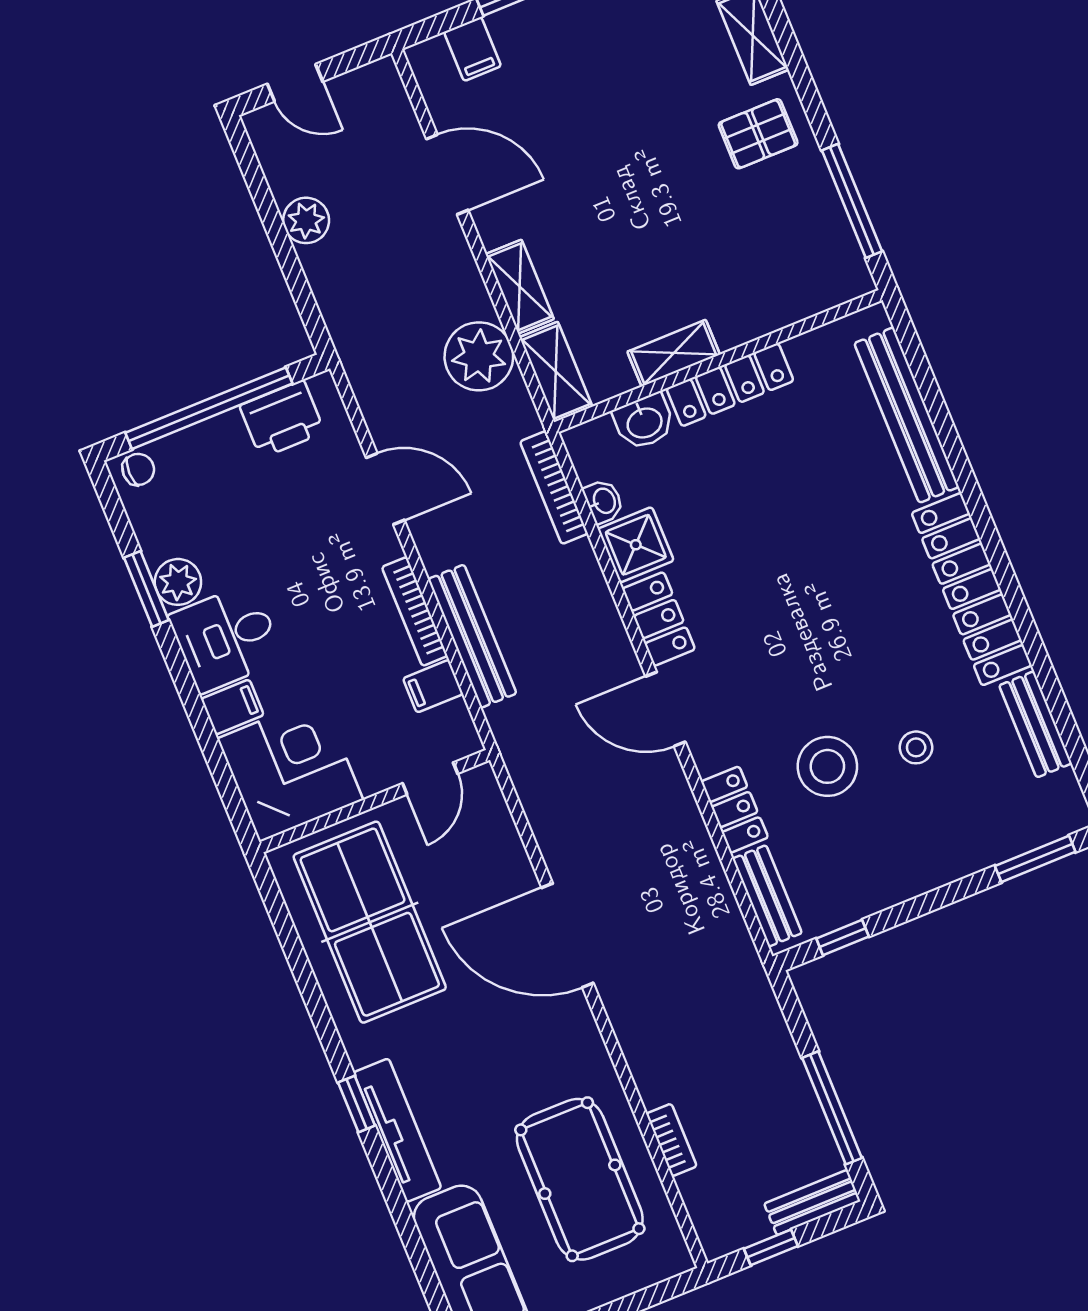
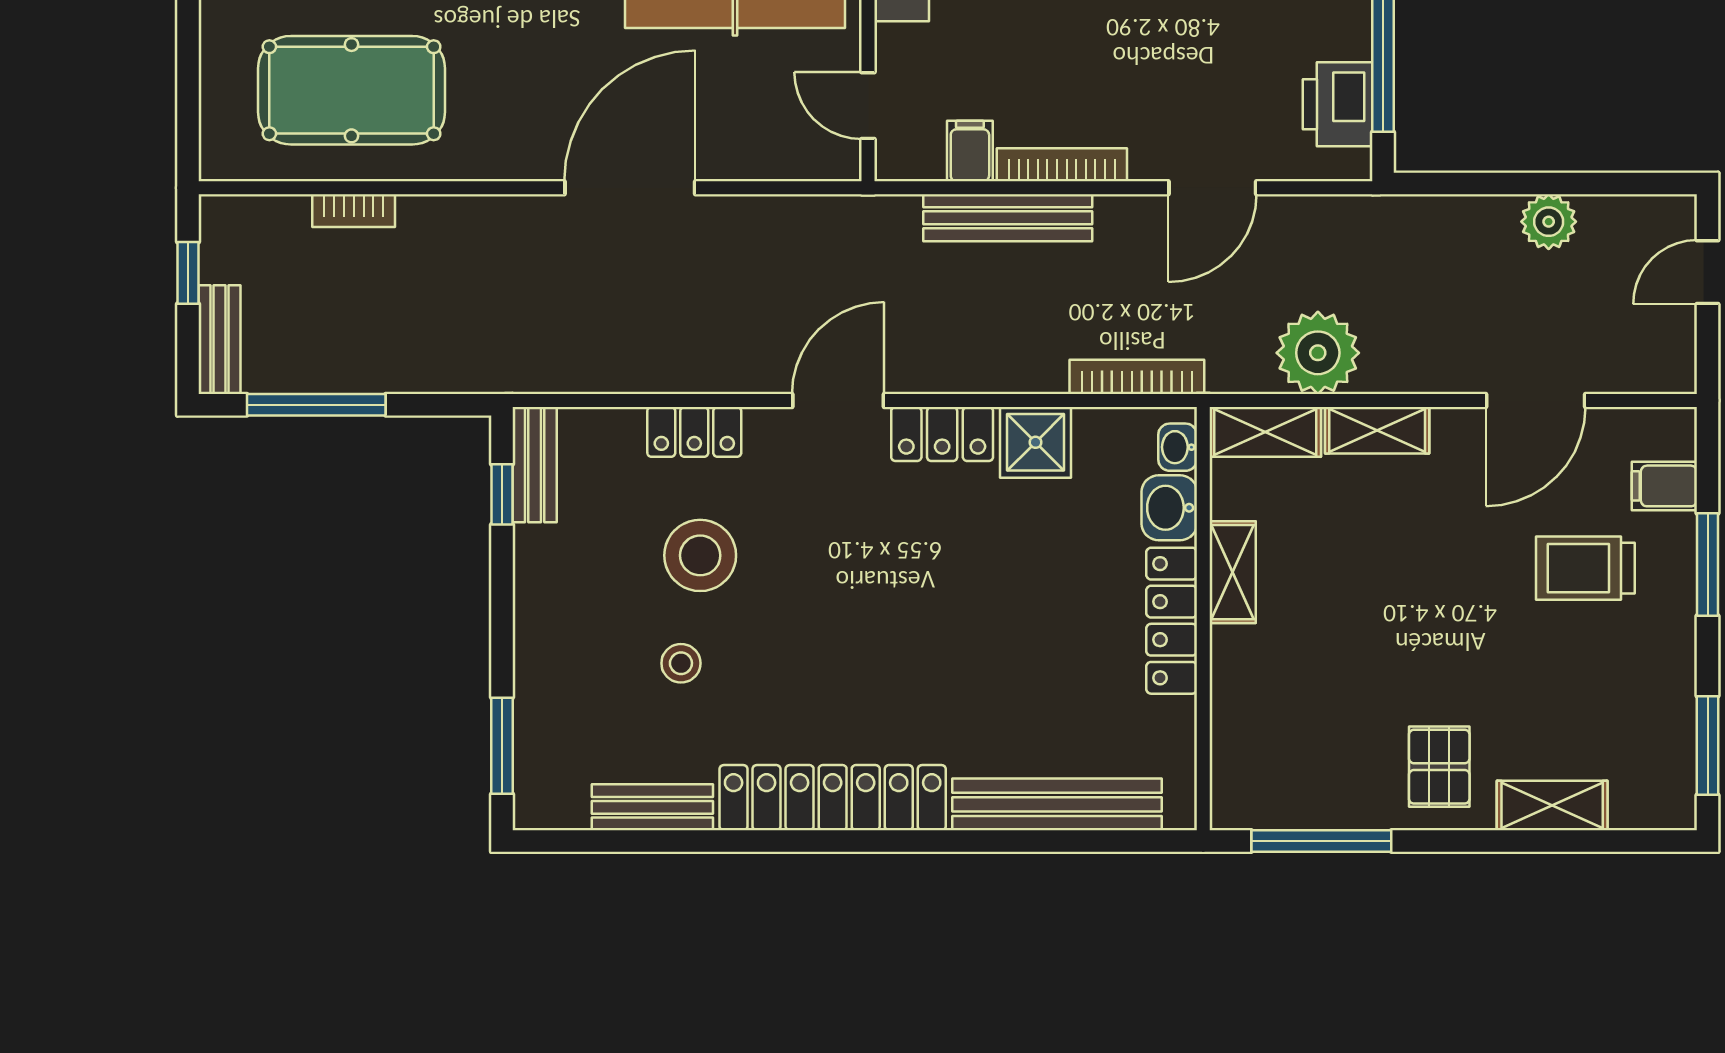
trolley: (560, 84) -> (1585, 568), added
washbasin: (603, 501) -> (1178, 447), moved, turned 90
bench: (767, 896) -> (535, 465), moved, turned 90

